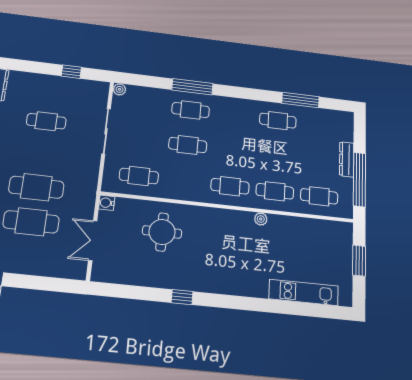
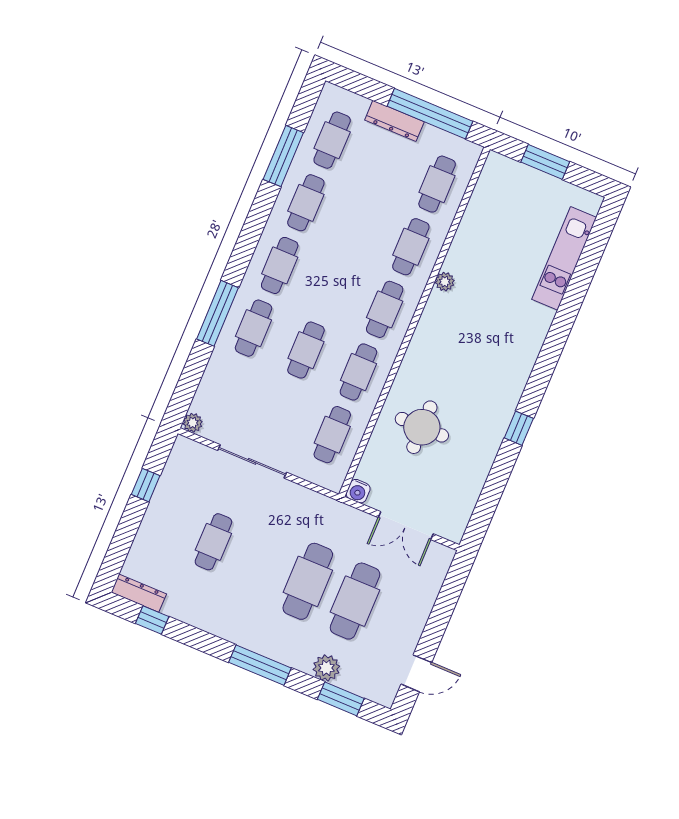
cafe table: (234, 115) -> (280, 265), added
cafe table: (321, 126) -> (332, 140), added
cafe table: (185, 181) -> (358, 372), added

